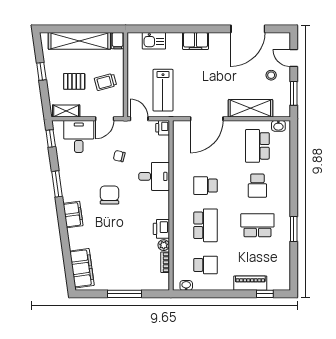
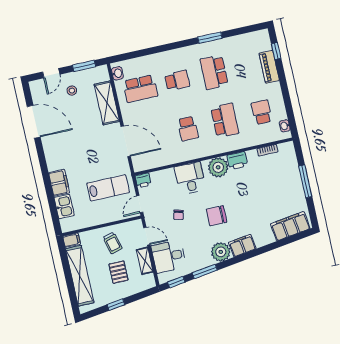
filing cabinet: (196, 41) -> (59, 183), moved
shelving: (66, 111) -> (145, 261), moved
window: (57, 184) -> (205, 271), moved
plant: (71, 191) -> (221, 252), added
school desk: (205, 225) -> (225, 120), turned 90
plant: (164, 245) -> (218, 167), moved, width x1.88, depth x1.88

